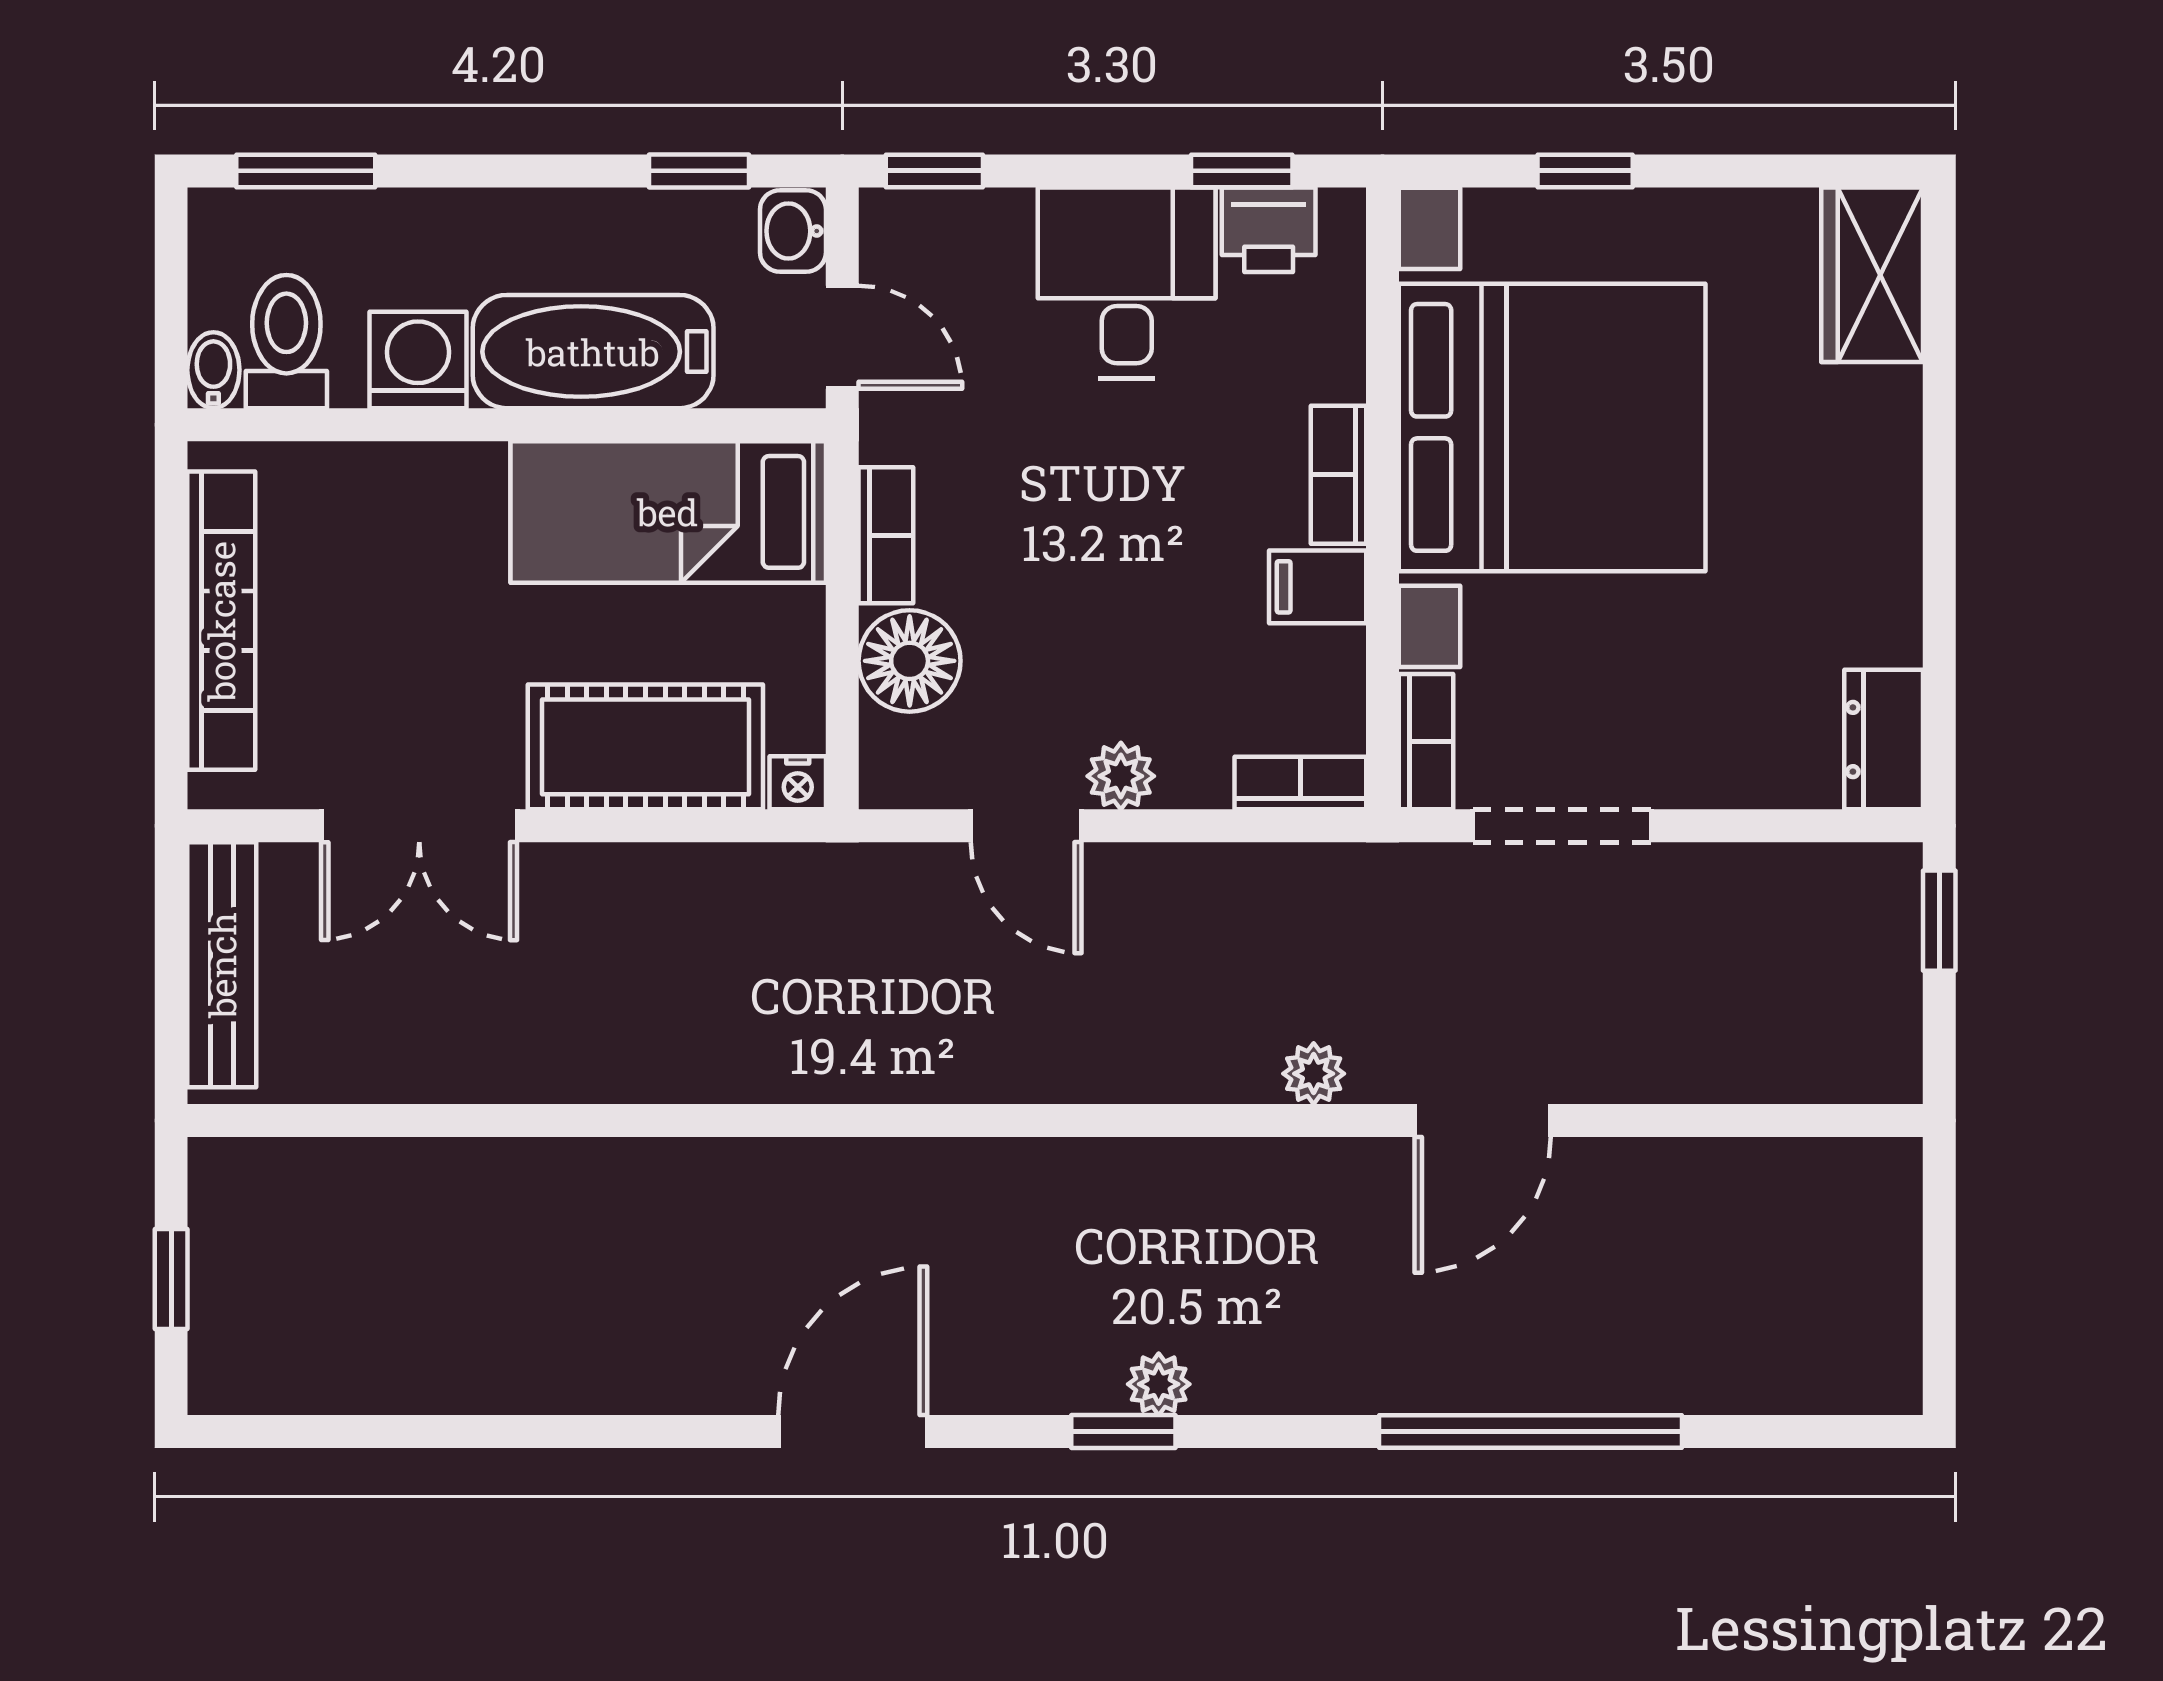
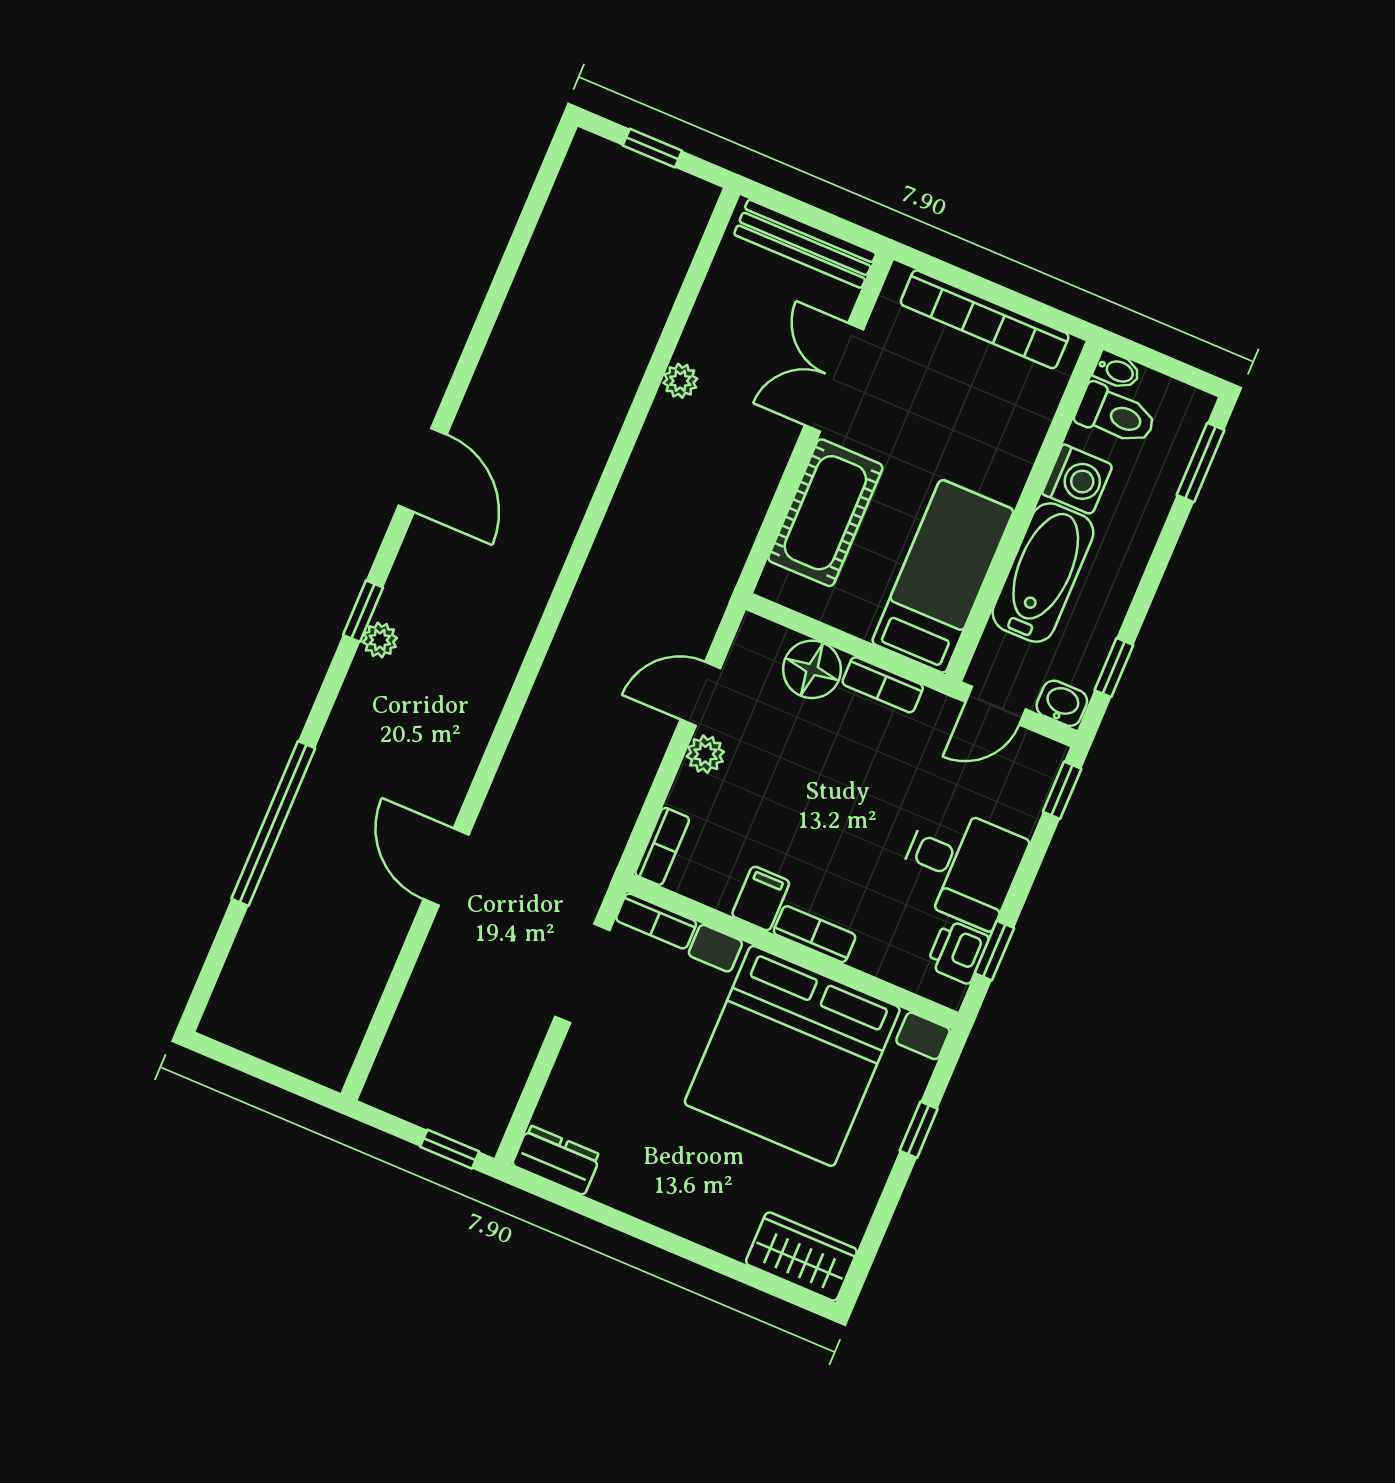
nightstand: (798, 783) -> (773, 584), removed
plant: (1314, 1074) -> (680, 381), moved

